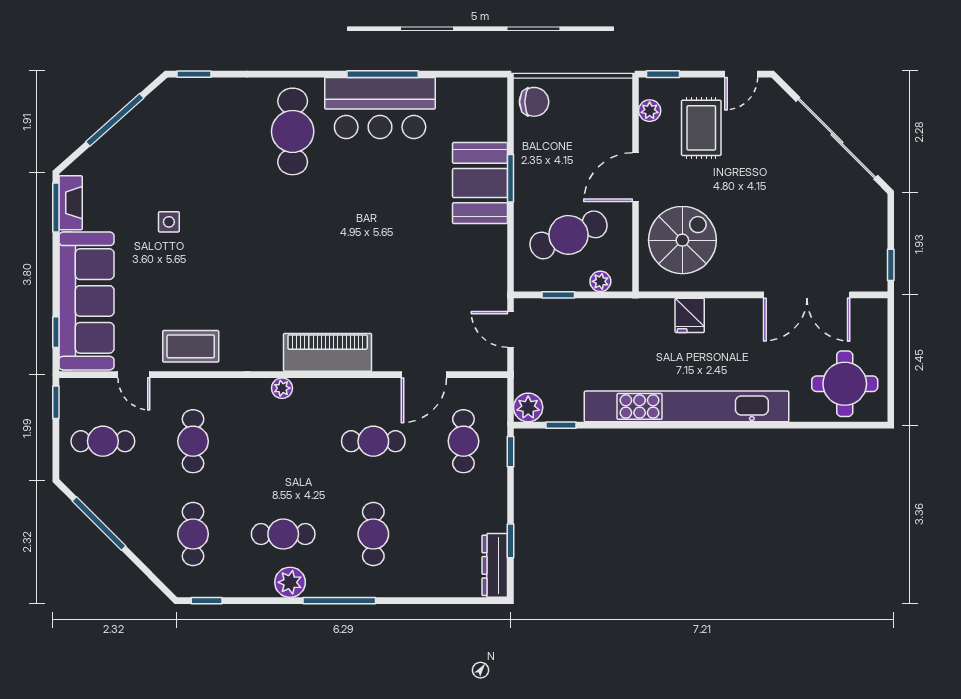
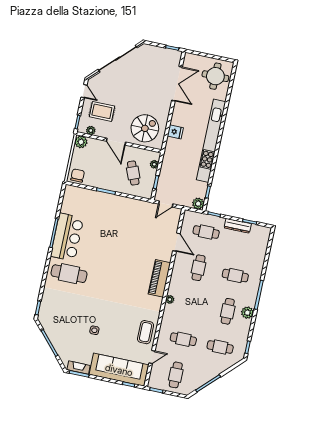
plant: (617, 93) -> (81, 142), added
booth: (480, 183) -> (105, 204), removed
cafe table: (569, 235) -> (133, 173), width x0.73, depth x0.74
spiral stairs: (682, 240) -> (145, 128), turned 90
dresser: (495, 565) -> (238, 226), moved

